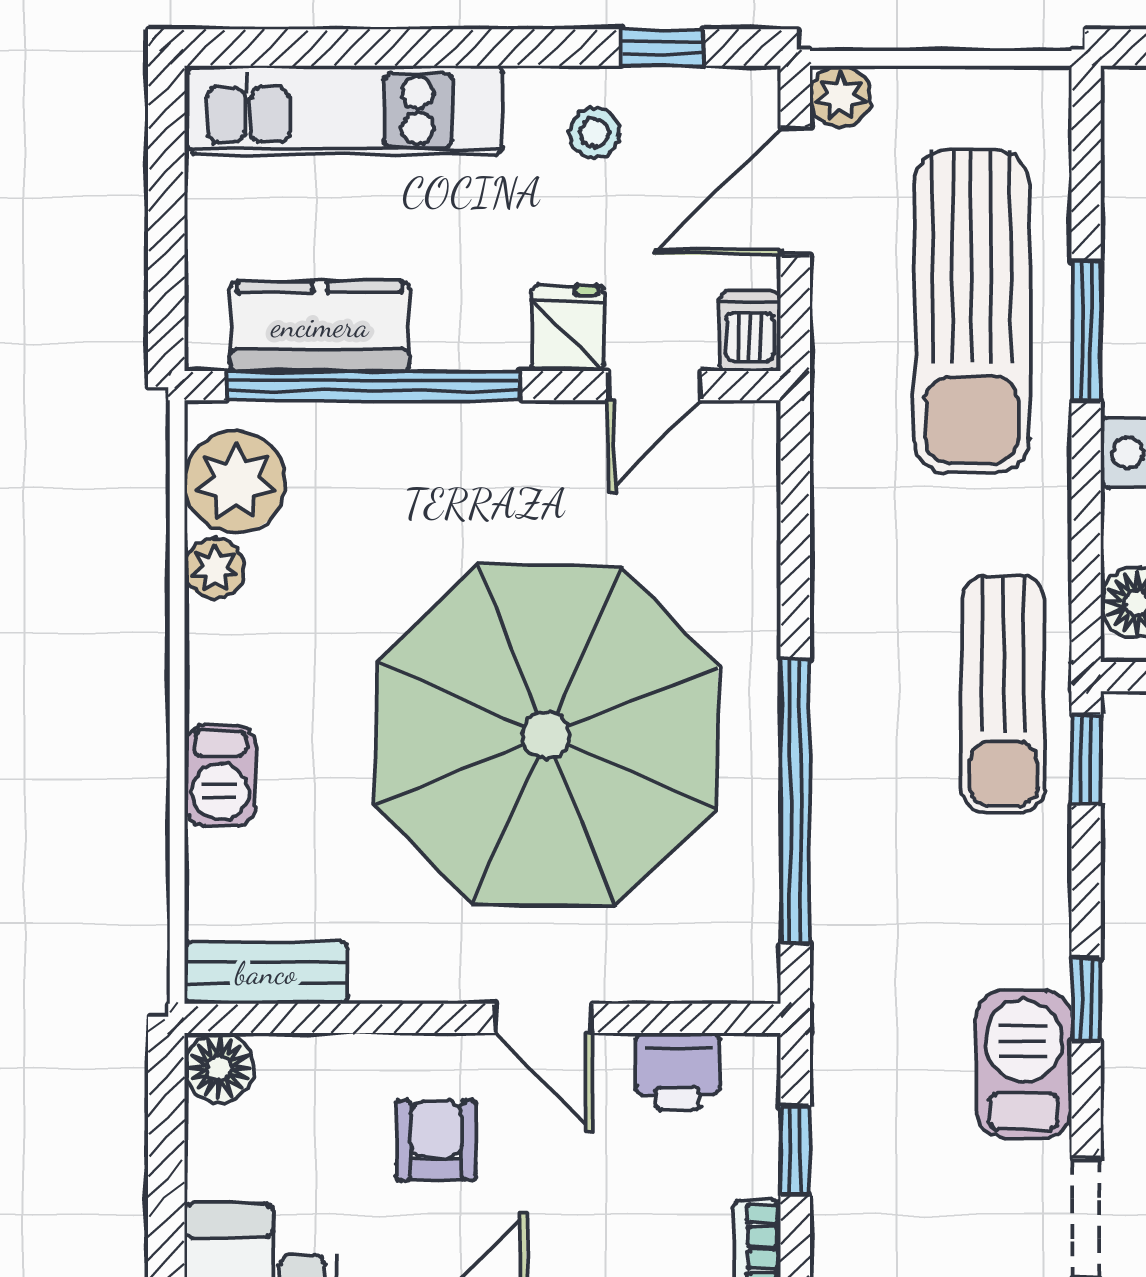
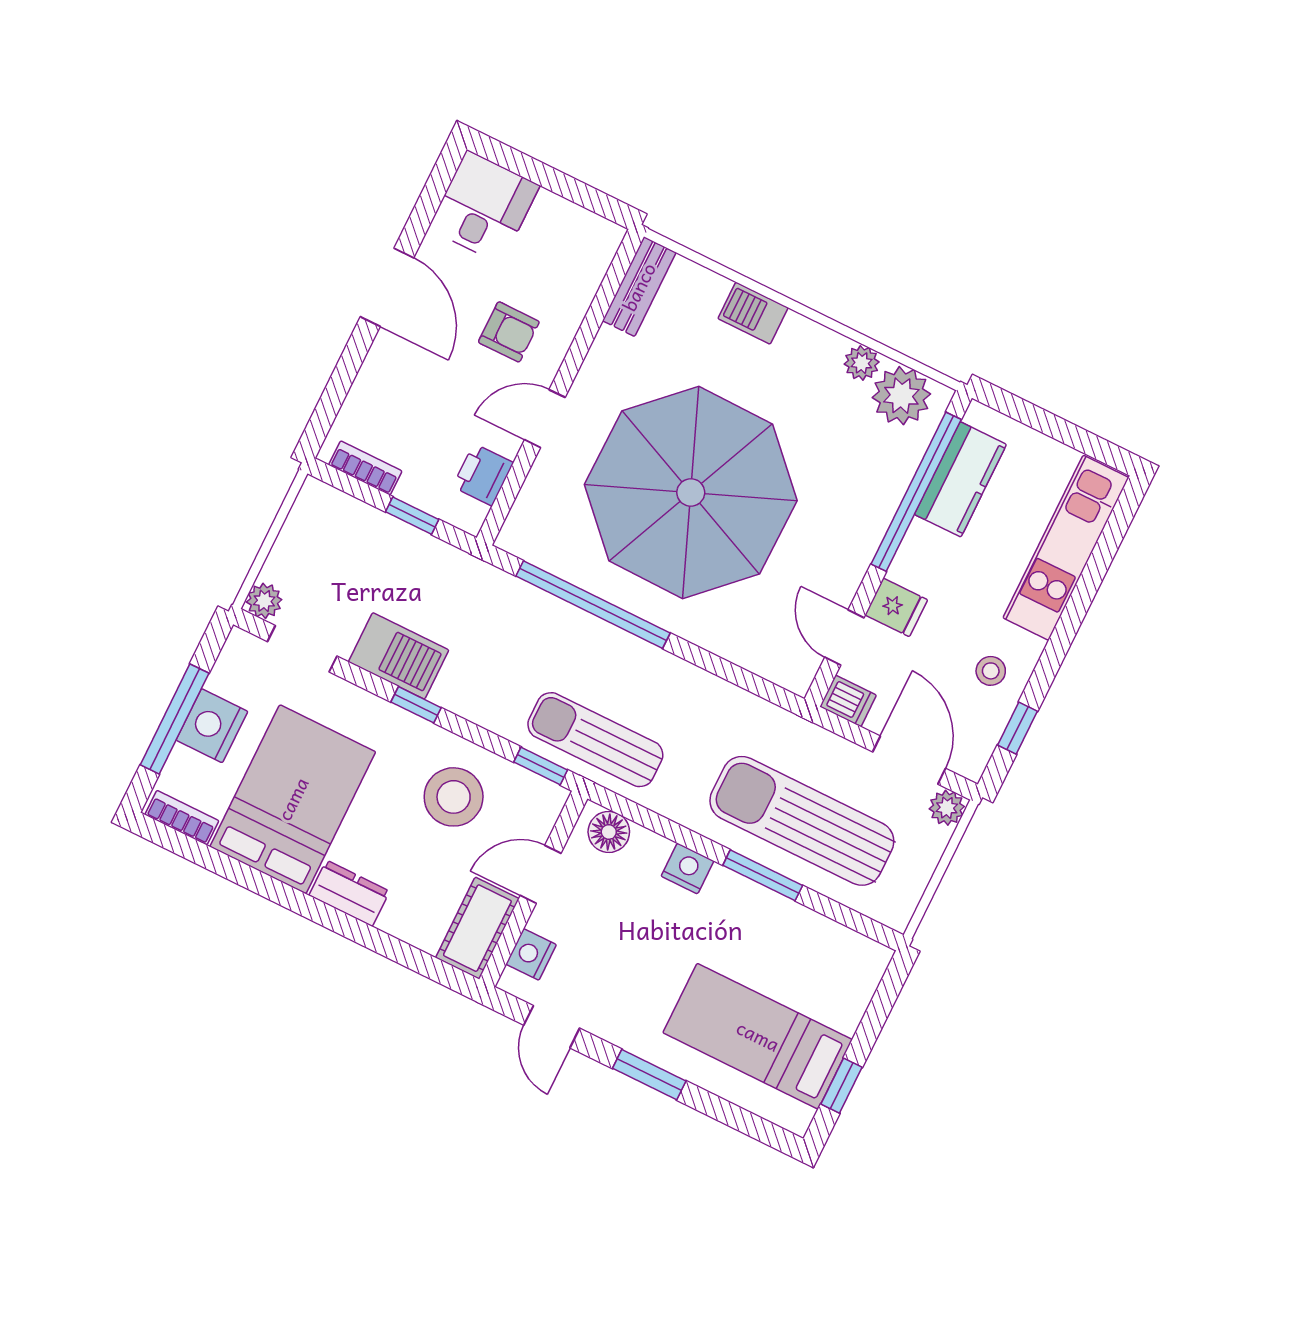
floor lamp: (219, 1068) -> (602, 238), removed

